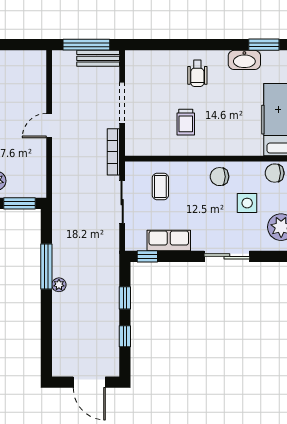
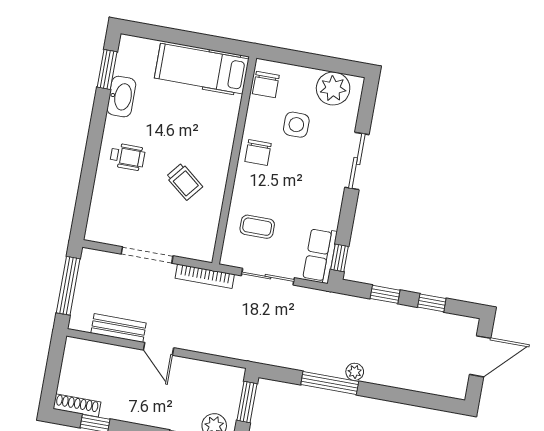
bench: (98, 58) -> (119, 328), moved, turned 90
trolley: (186, 122) -> (184, 182), turned 39
row of seats: (169, 241) -> (320, 255), moved

